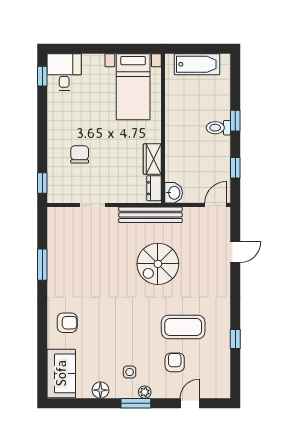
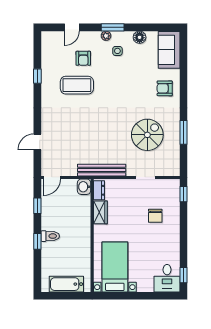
spiral stairs: (158, 264) -> (147, 135), moved

